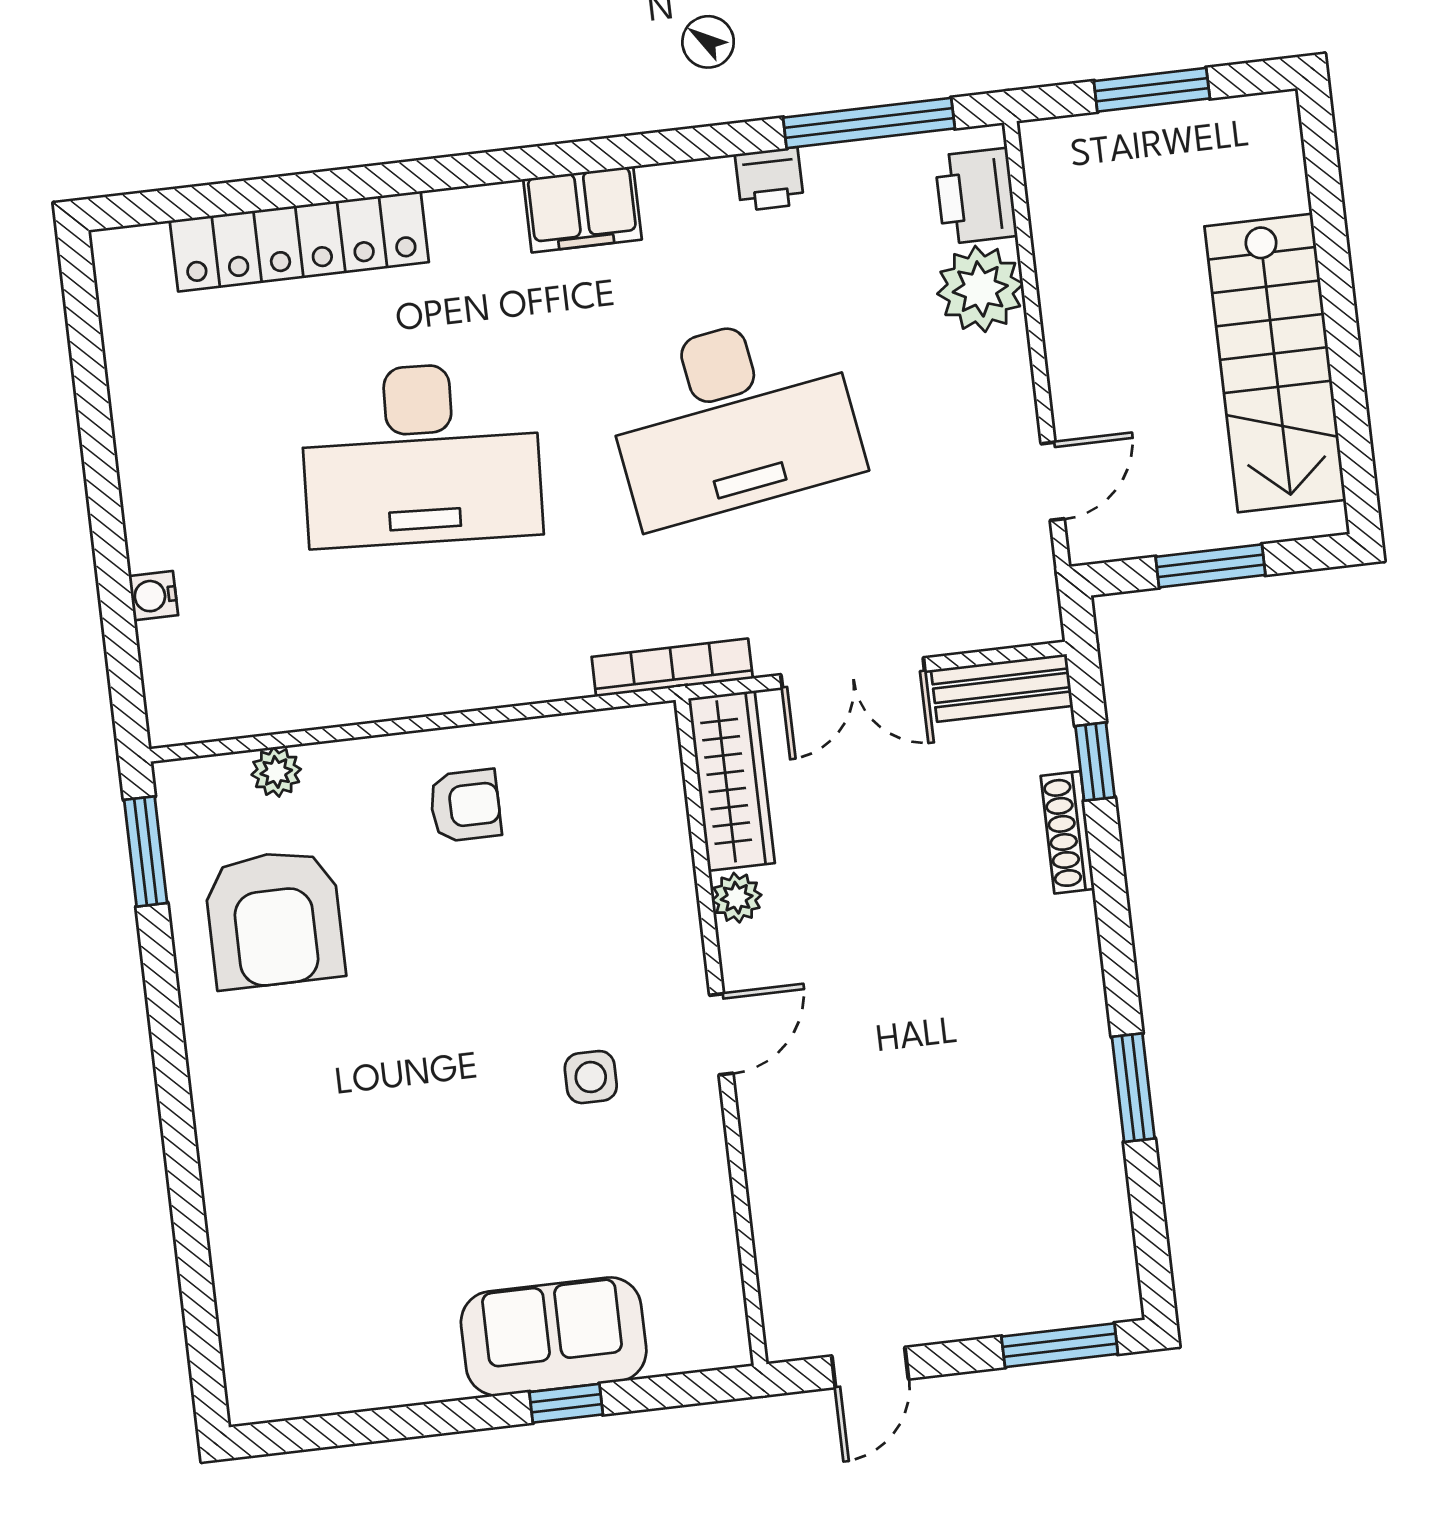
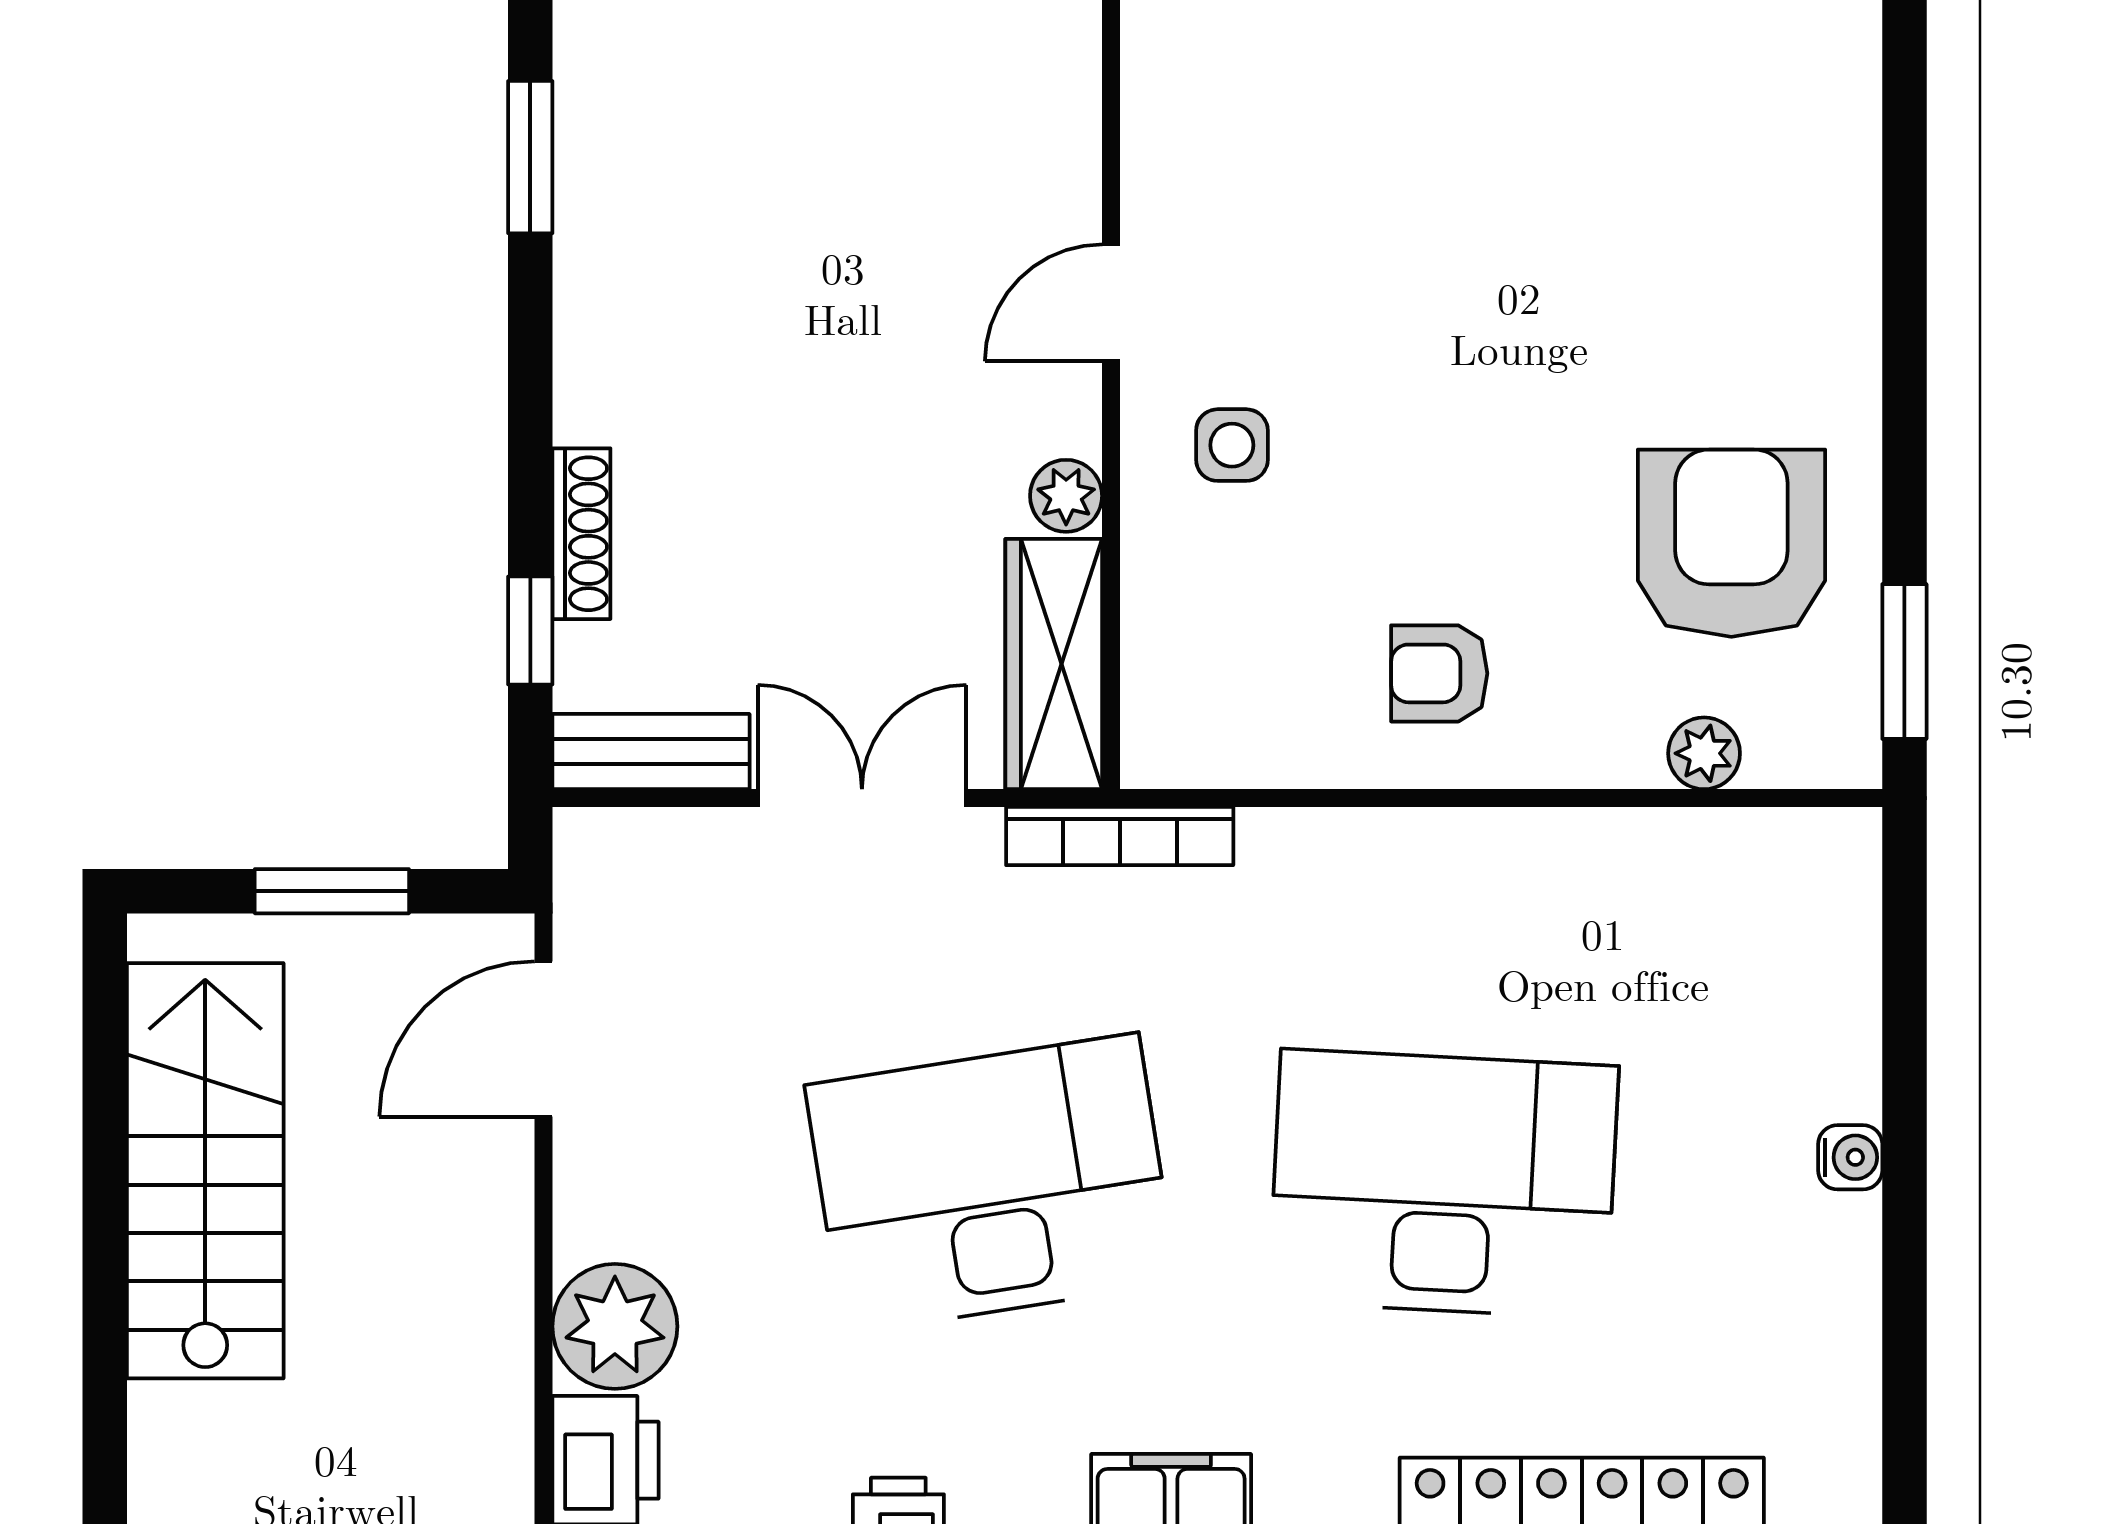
door: (1053, 481) -> (544, 1039), width x1.38
water cooler: (153, 596) -> (1850, 1157), moved
side table: (591, 1077) -> (1232, 445), moved

